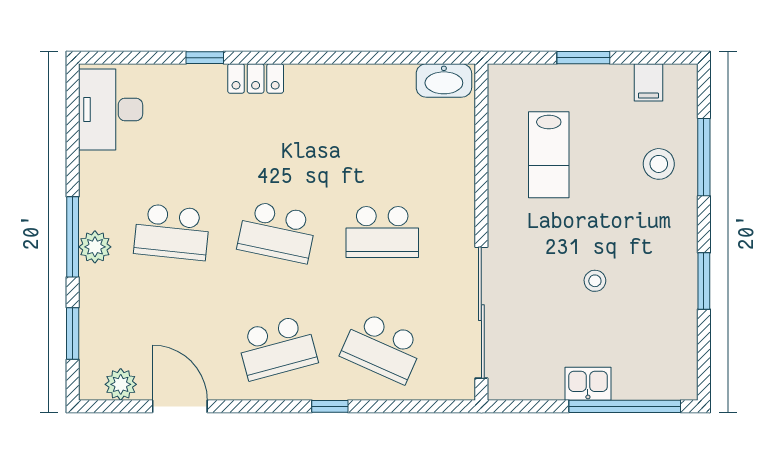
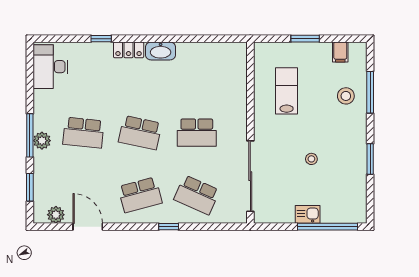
washbasin: (444, 80) -> (161, 51), moved
lab bench: (549, 155) -> (287, 91), turned 180

